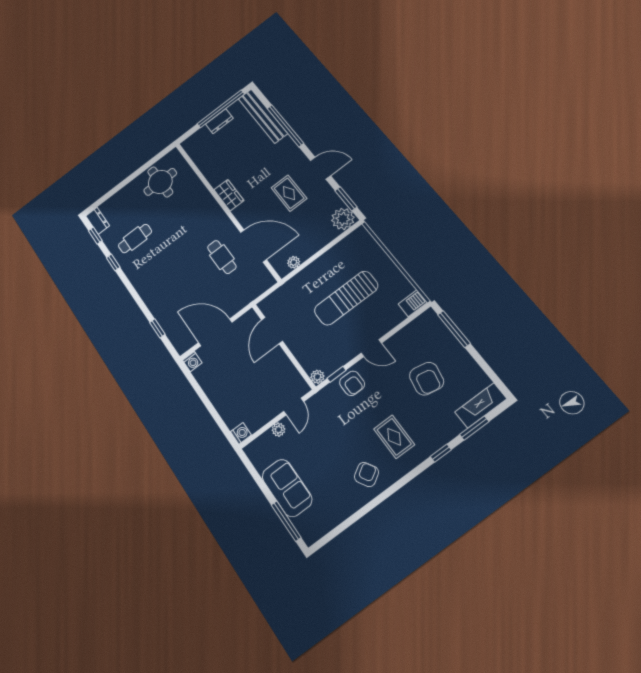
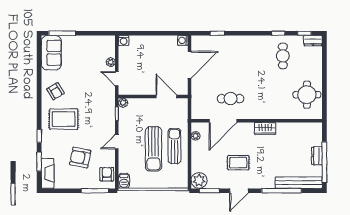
sun lounger: (324, 277) -> (174, 146), added
sun lounger: (346, 298) -> (153, 149), turned 180
armchair: (352, 383) -> (107, 174), moved, turned 90
rug: (394, 437) -> (64, 119), width x1.36, depth x1.43
sofa: (287, 488) -> (51, 53), moved, turned -90

